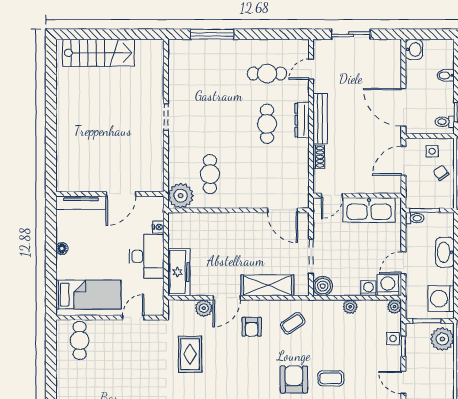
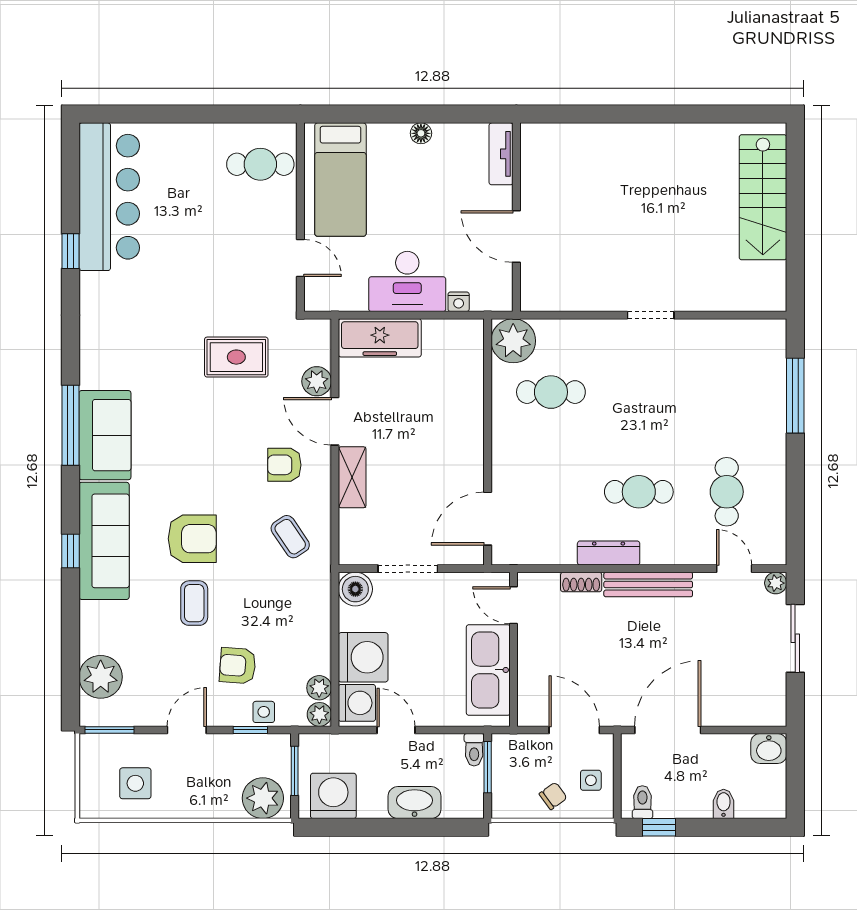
plant: (319, 46) -> (776, 583), added
dresser: (302, 120) -> (609, 553), moved
tv unit: (81, 203) -> (501, 154), width x0.71
shelving: (267, 285) -> (352, 477), width x0.67, depth x0.75
washing machine: (368, 288) -> (363, 657), width x1.89, depth x1.89
plant: (350, 307) -> (319, 688), moved
armchair: (367, 353) -> (238, 666), added

